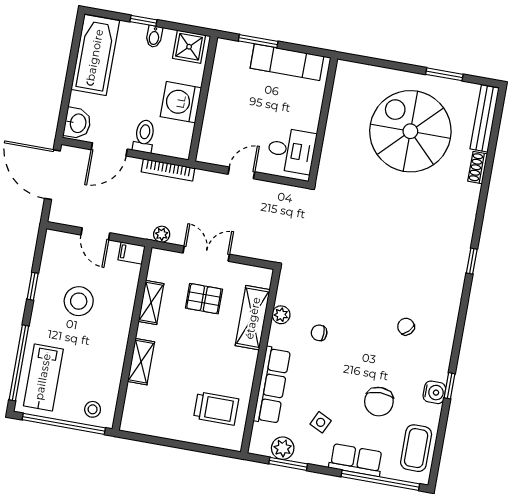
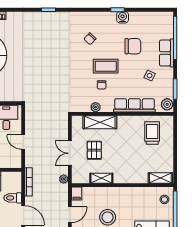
shelving: (141, 362) -> (160, 178), moved
plant: (283, 448) -> (167, 104), moved
coffee table: (416, 448) -> (106, 66), moved

